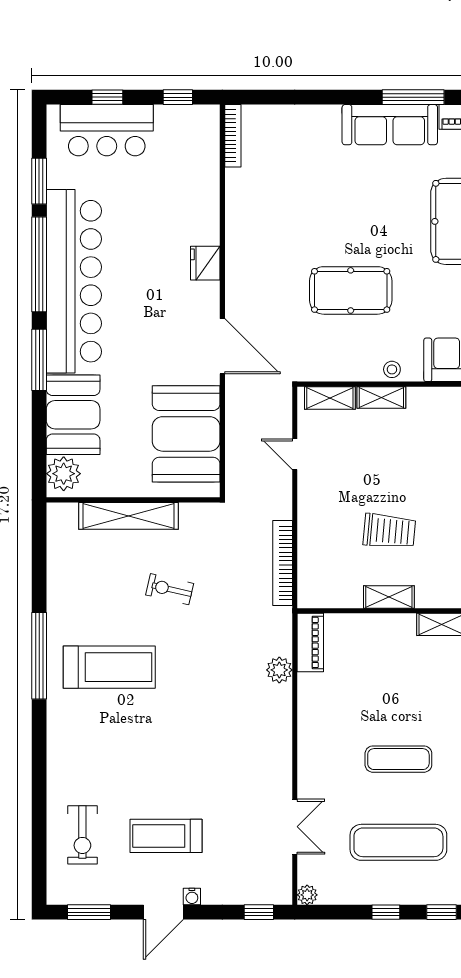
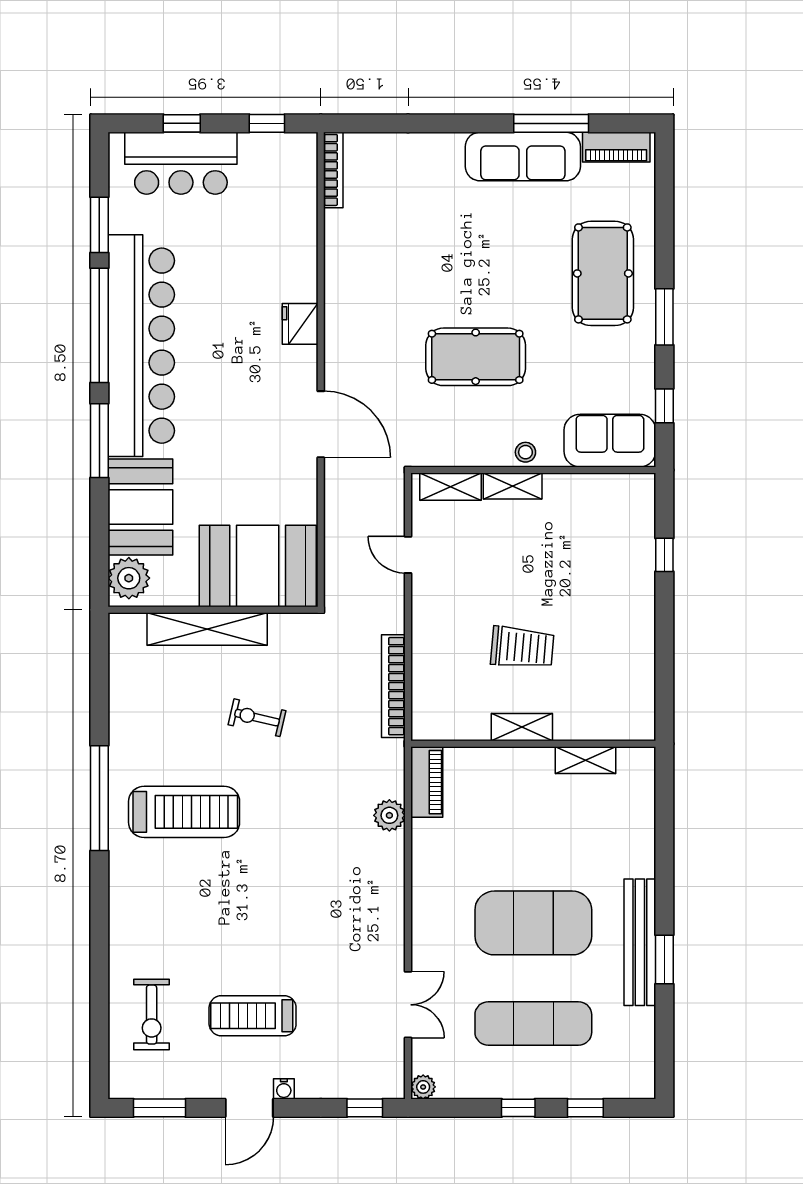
booth: (186, 434) -> (258, 566), moved, turned 90
exercise mat: (398, 759) -> (533, 923), width x2.00, depth x1.45

